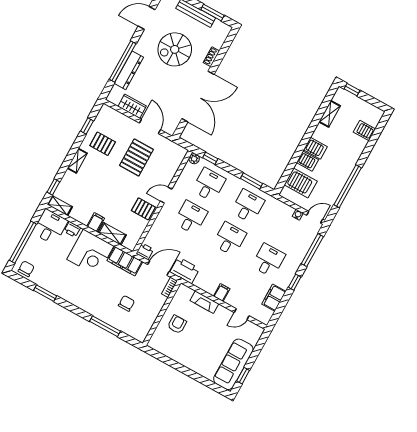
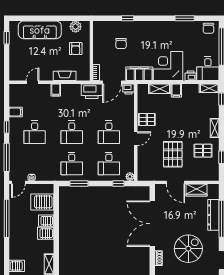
filing cabinet: (274, 298) -> (16, 112), width x0.50
window: (105, 326) -> (128, 18), width x0.46
plant: (164, 348) -> (76, 27), added
sofa: (233, 364) -> (40, 30), moved, turned 90

